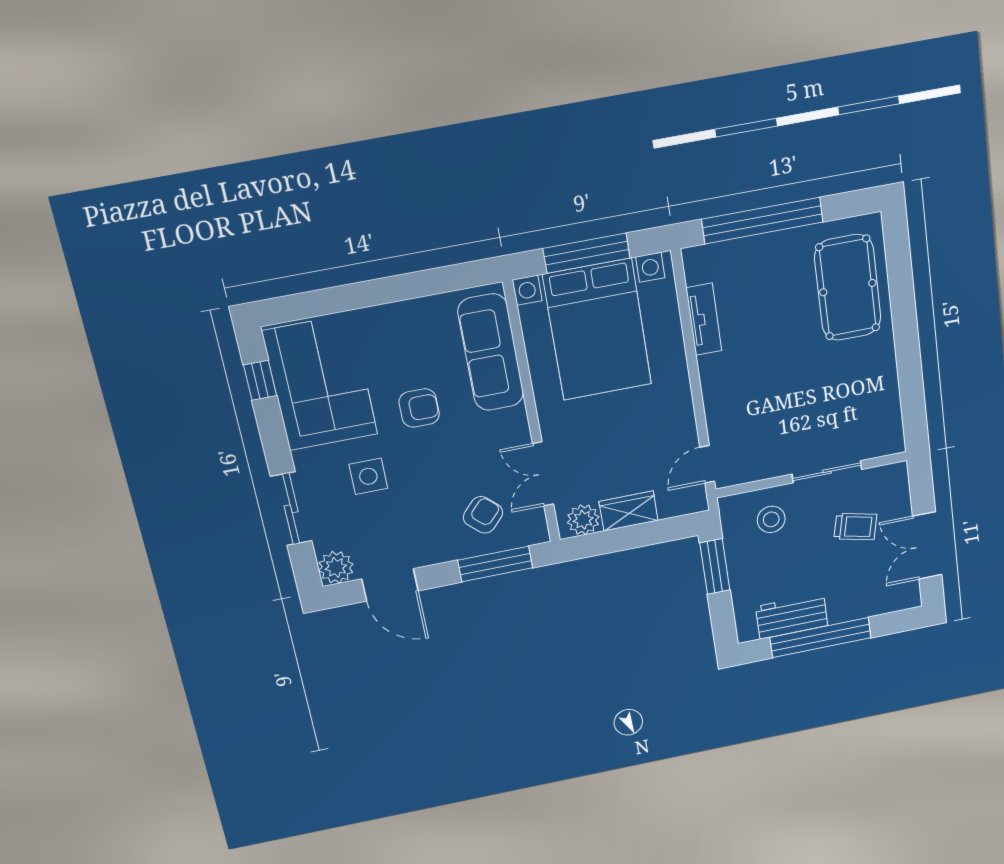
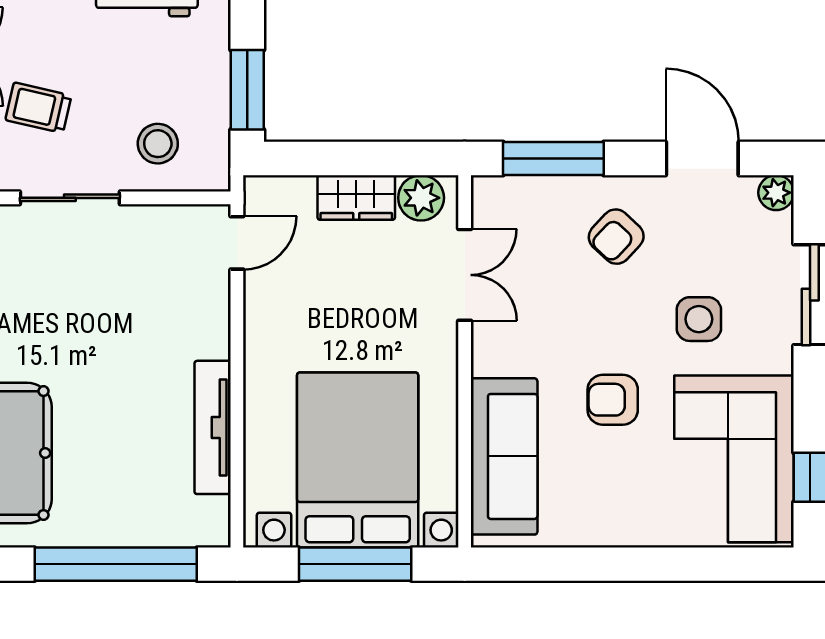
tv unit: (704, 319) -> (213, 427), width x1.41
armchair: (483, 515) -> (616, 237), moved
plant: (336, 567) -> (776, 193), width x0.73, depth x0.73

